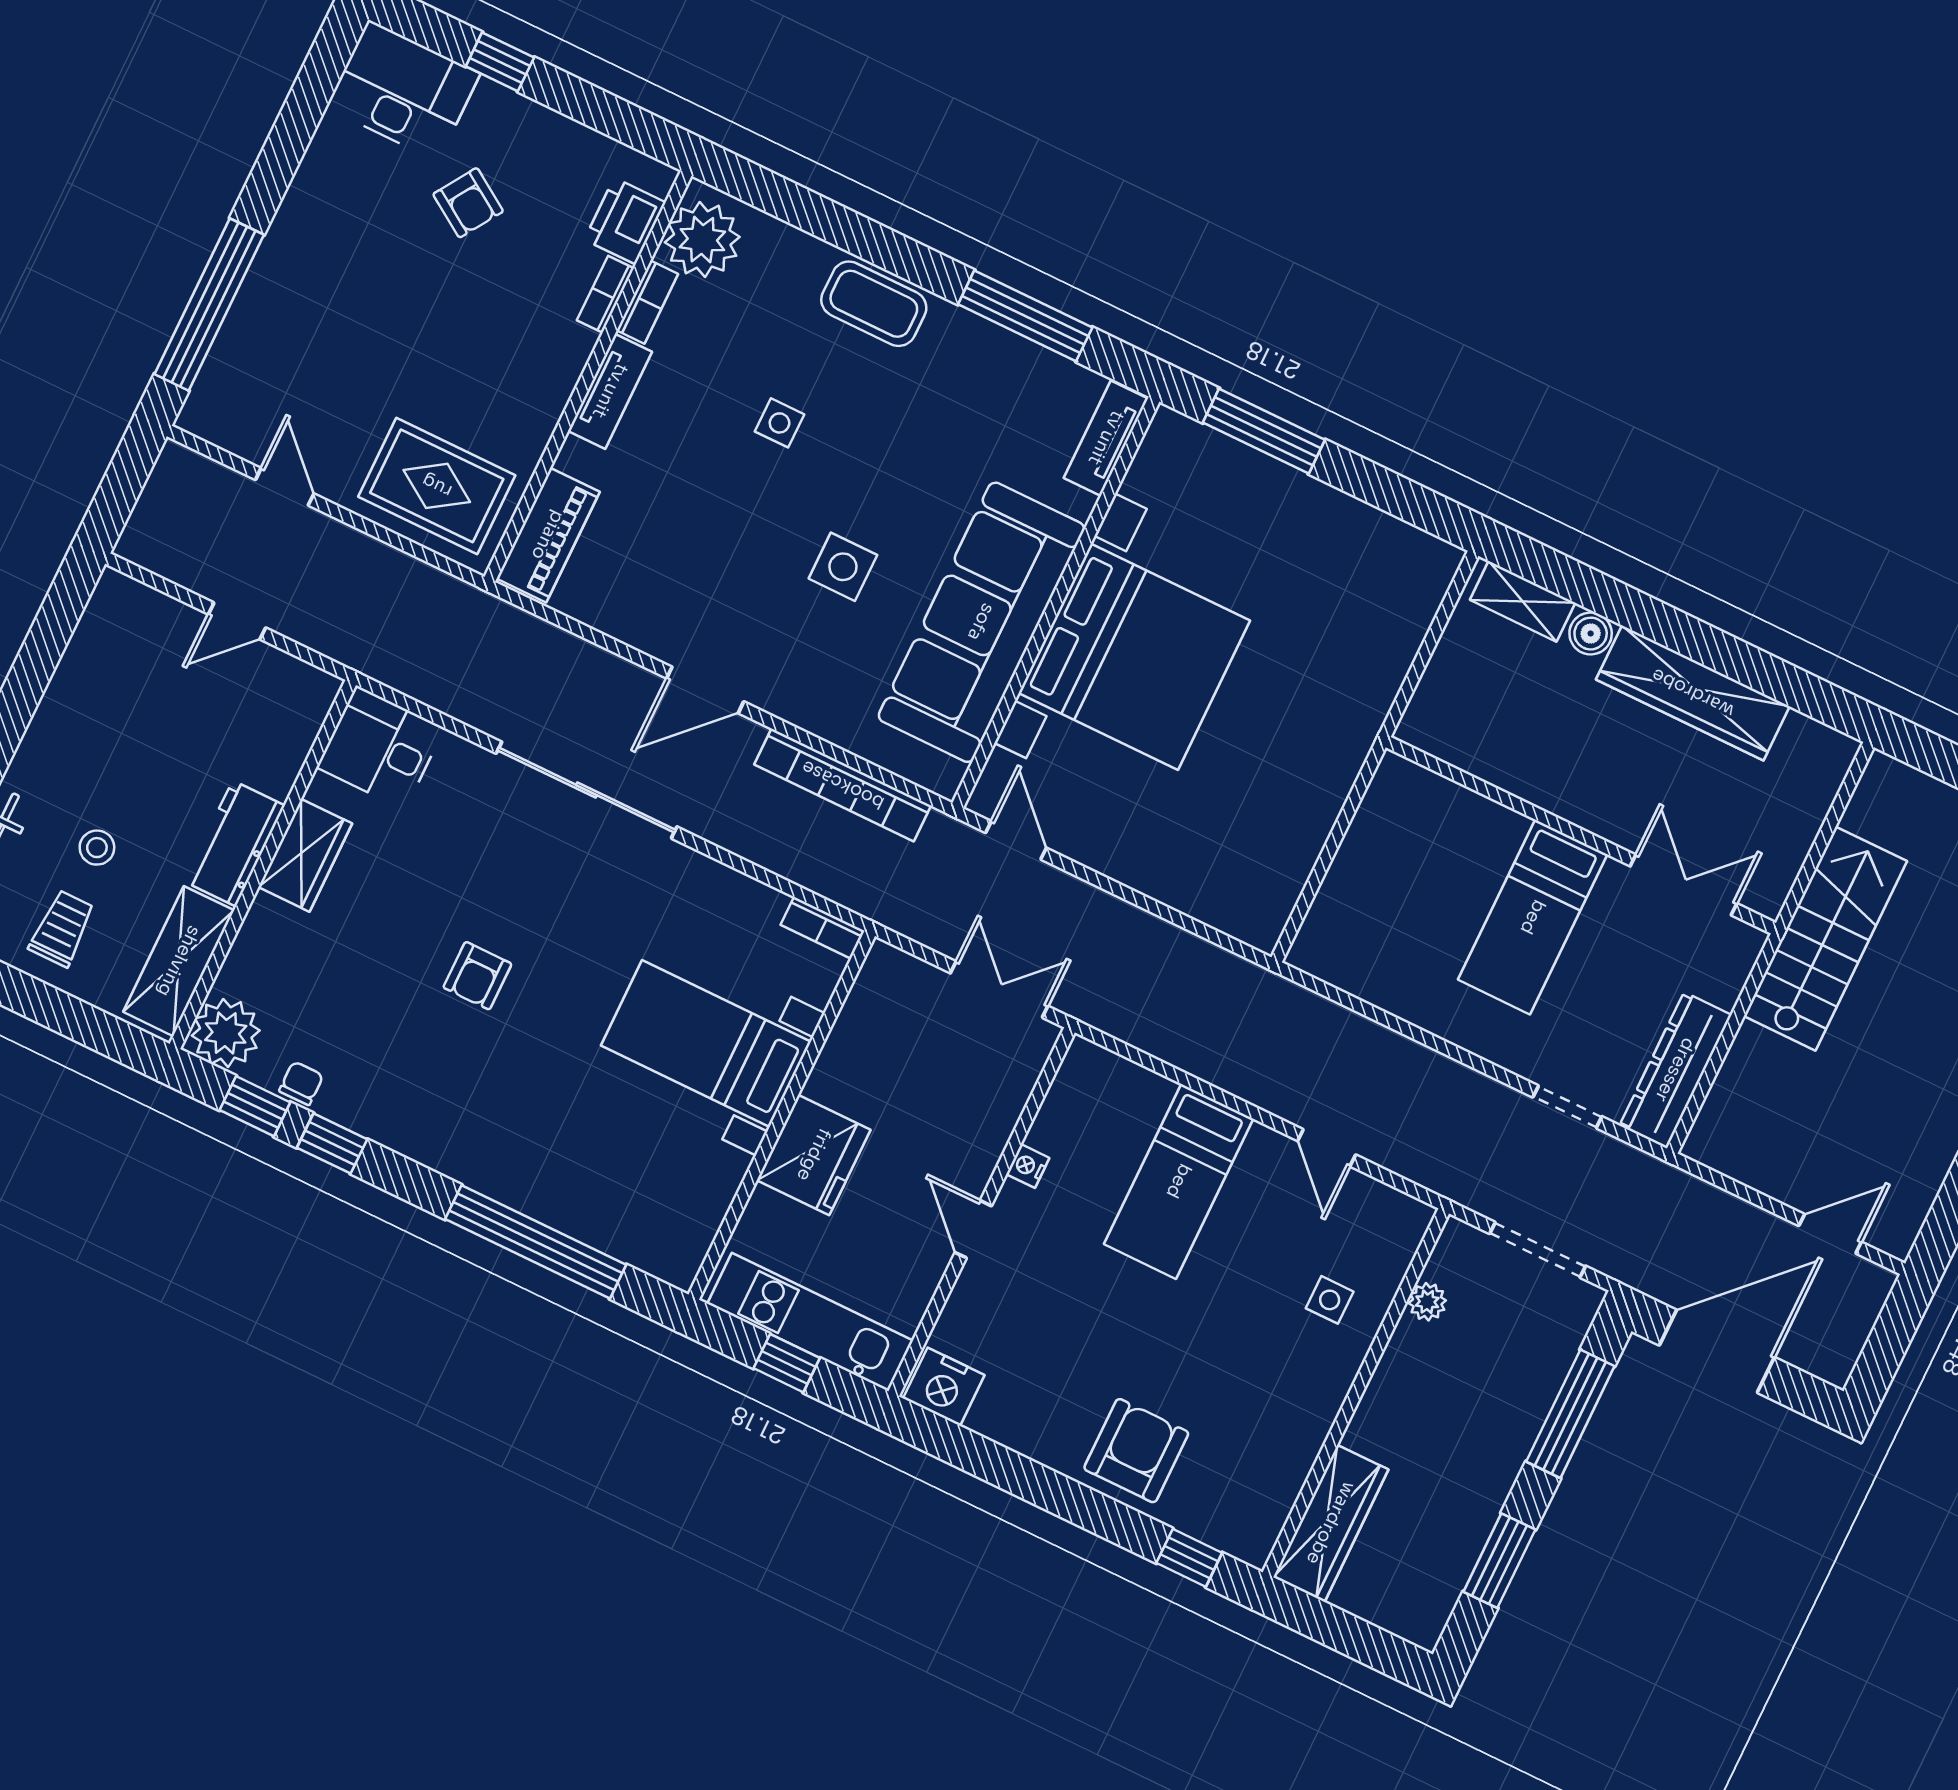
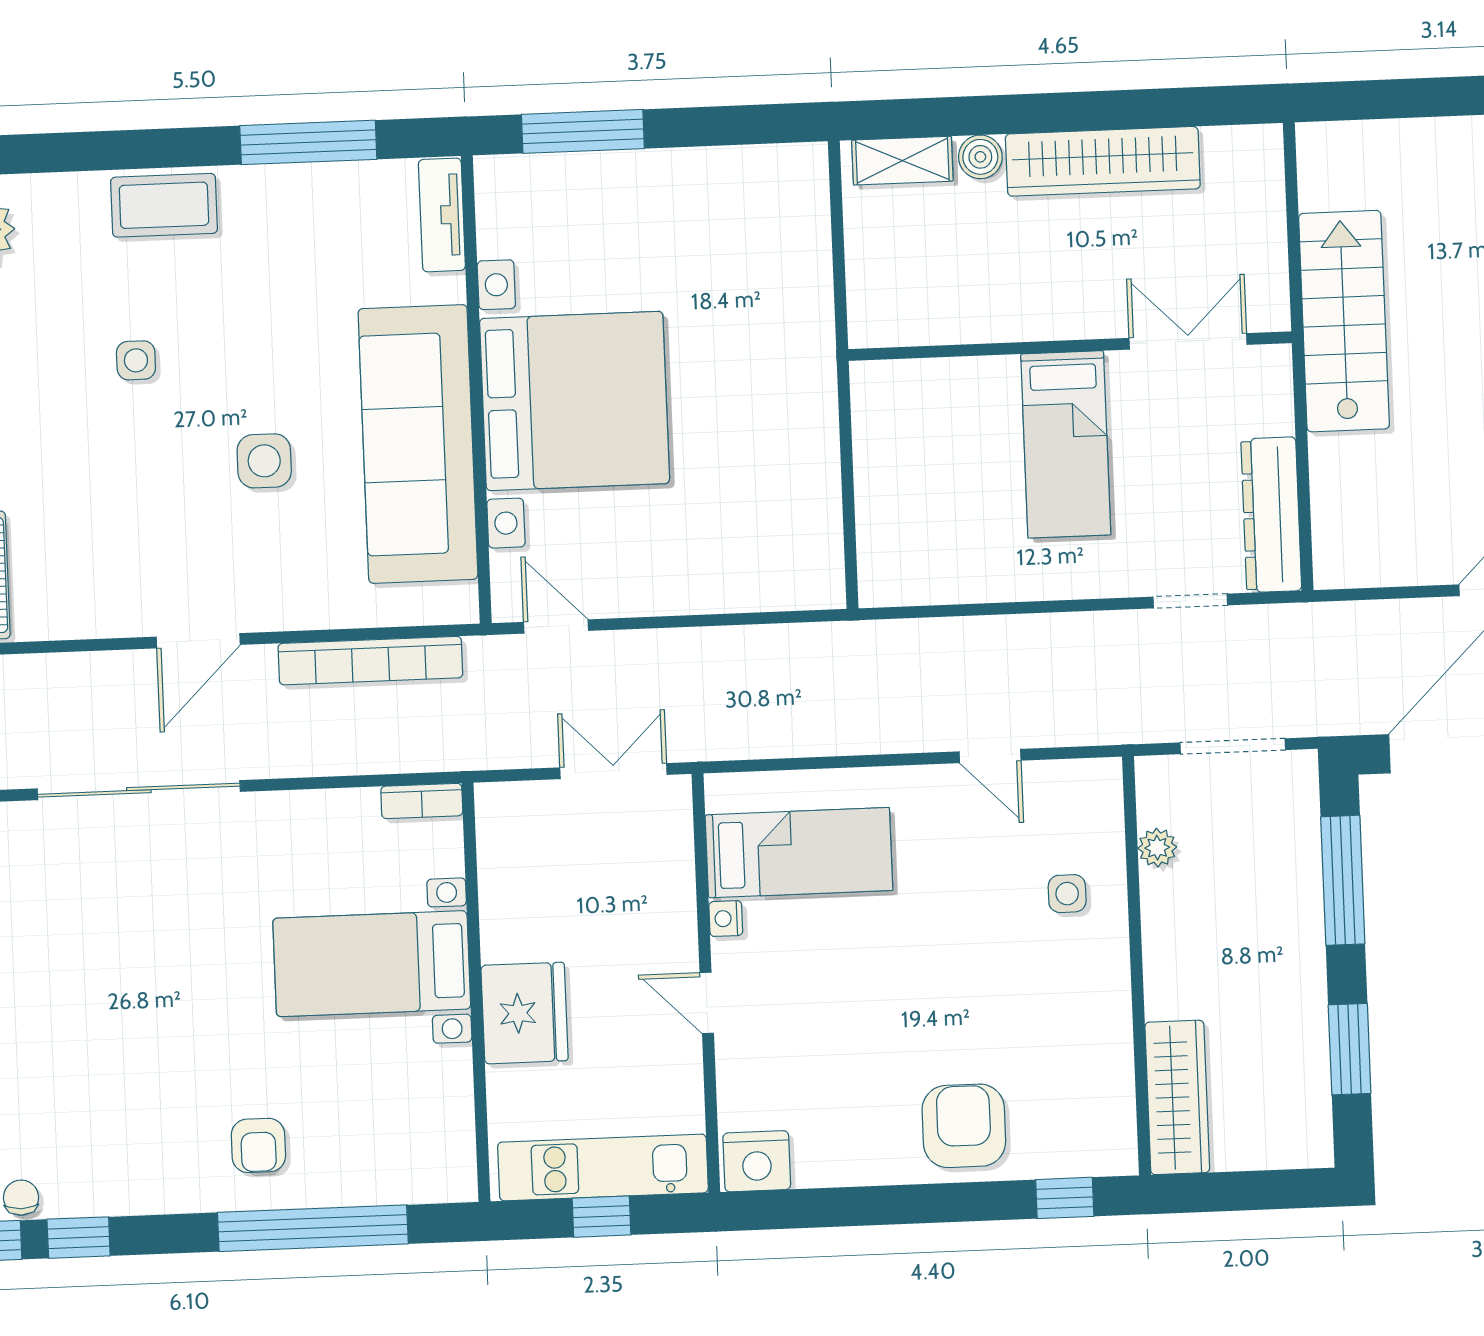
armchair: (477, 976) -> (258, 1145), moved
bed: (1179, 1181) -> (799, 853), moved, turned -90

